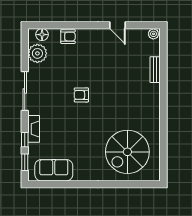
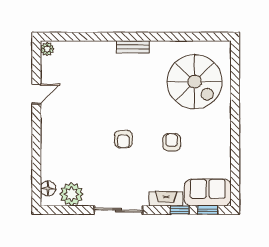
armchair: (68, 37) -> (172, 142), moved
bench: (155, 70) -> (133, 47), moved
sofa: (54, 170) -> (208, 192), moved, turned 90

